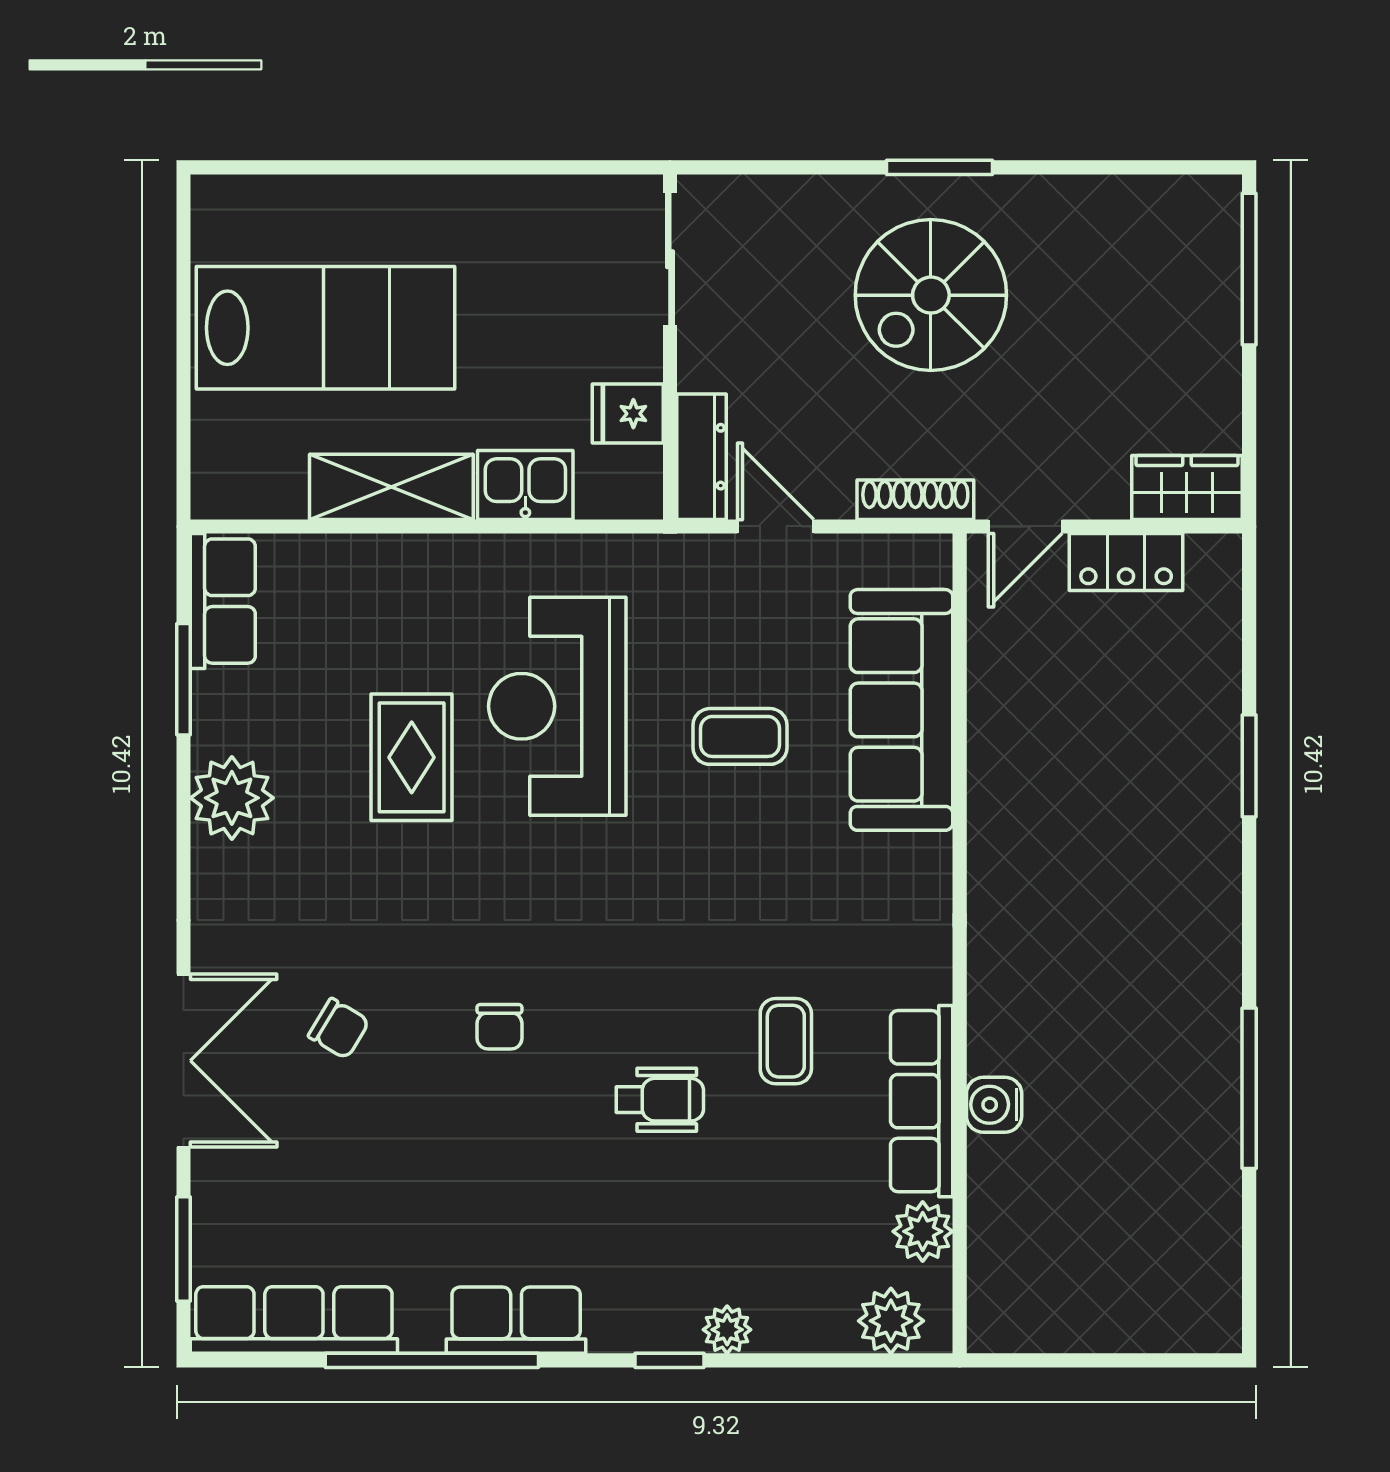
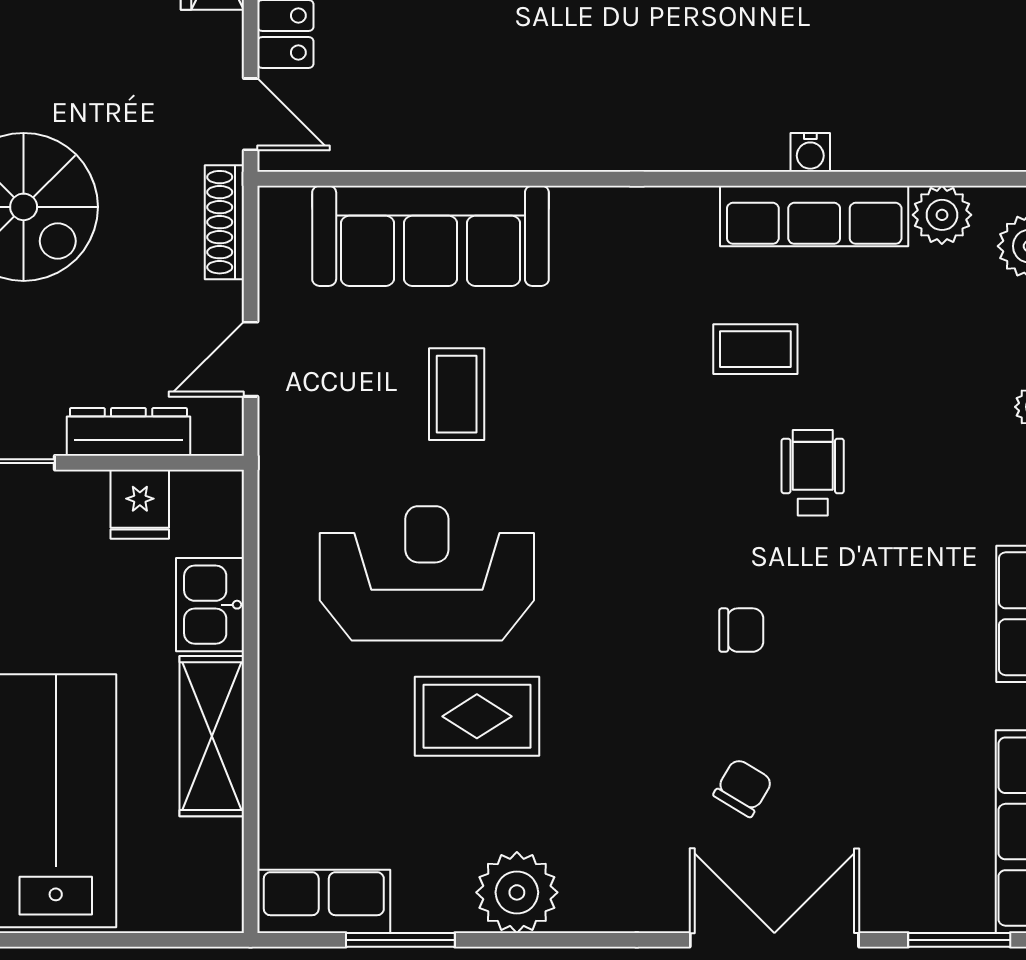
dresser: (702, 457) -> (128, 432), moved
reception desk: (557, 706) -> (427, 573), turned 180
water cooler: (994, 1105) -> (810, 152), width x0.72, depth x0.72

